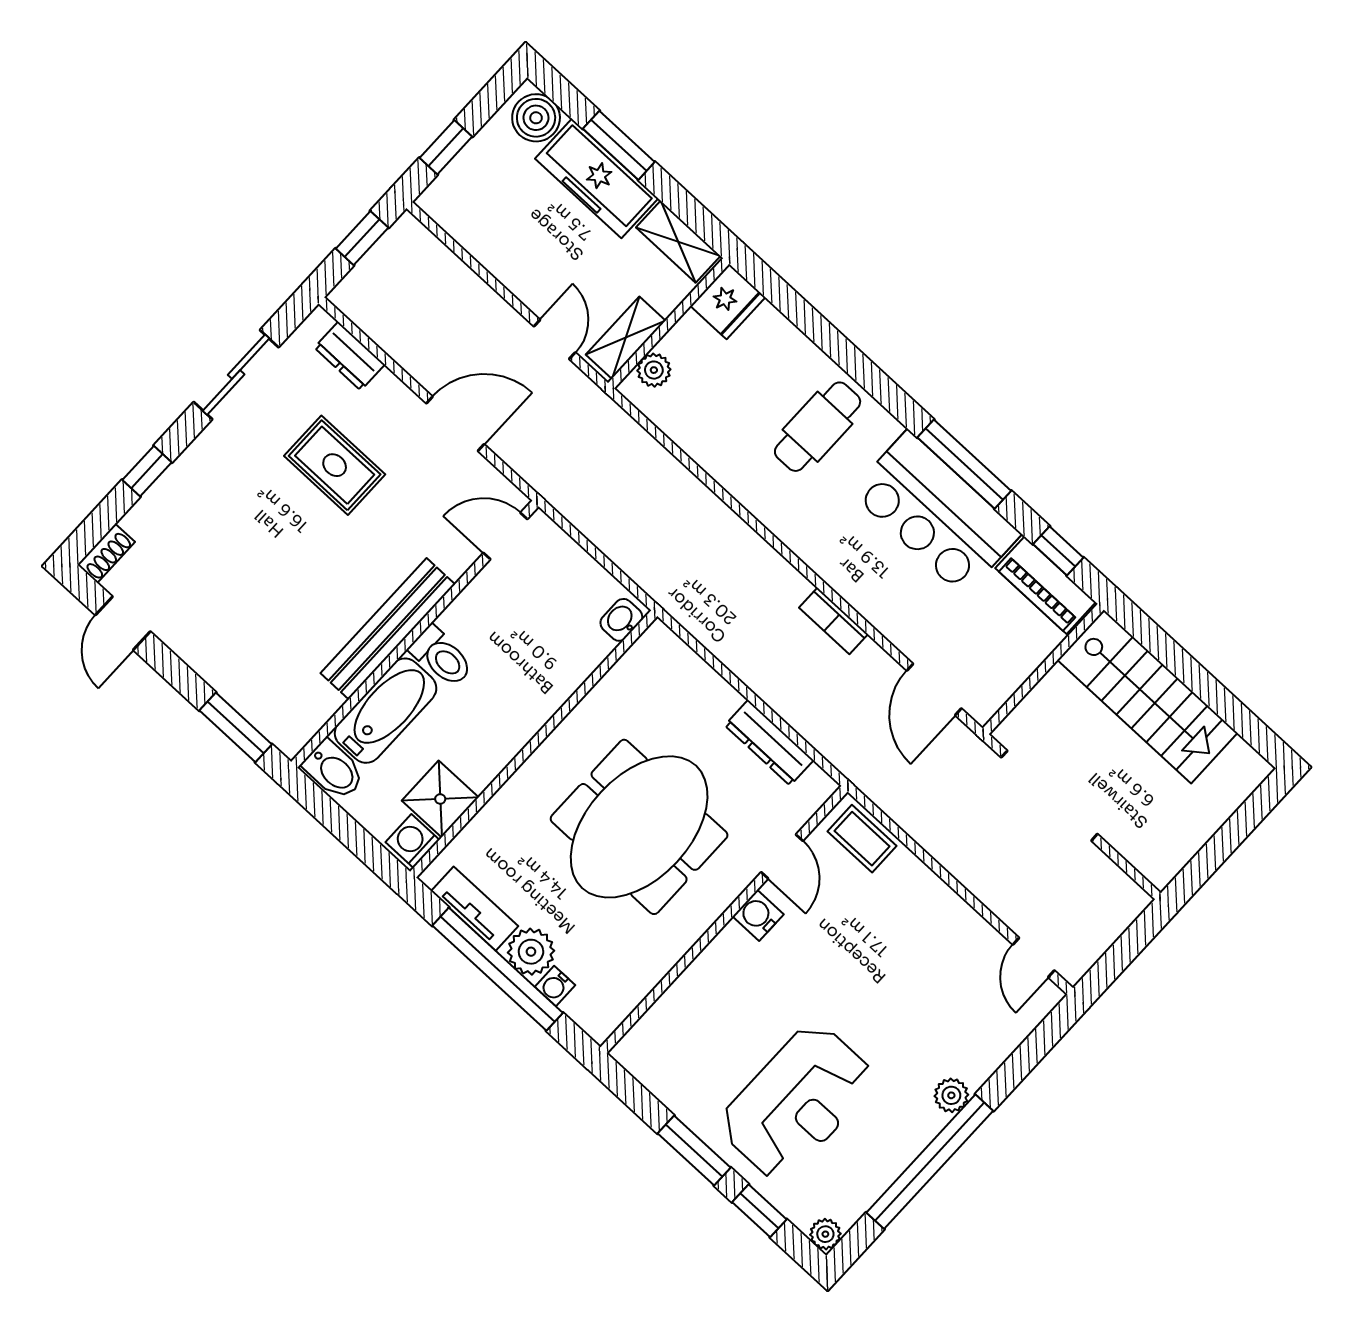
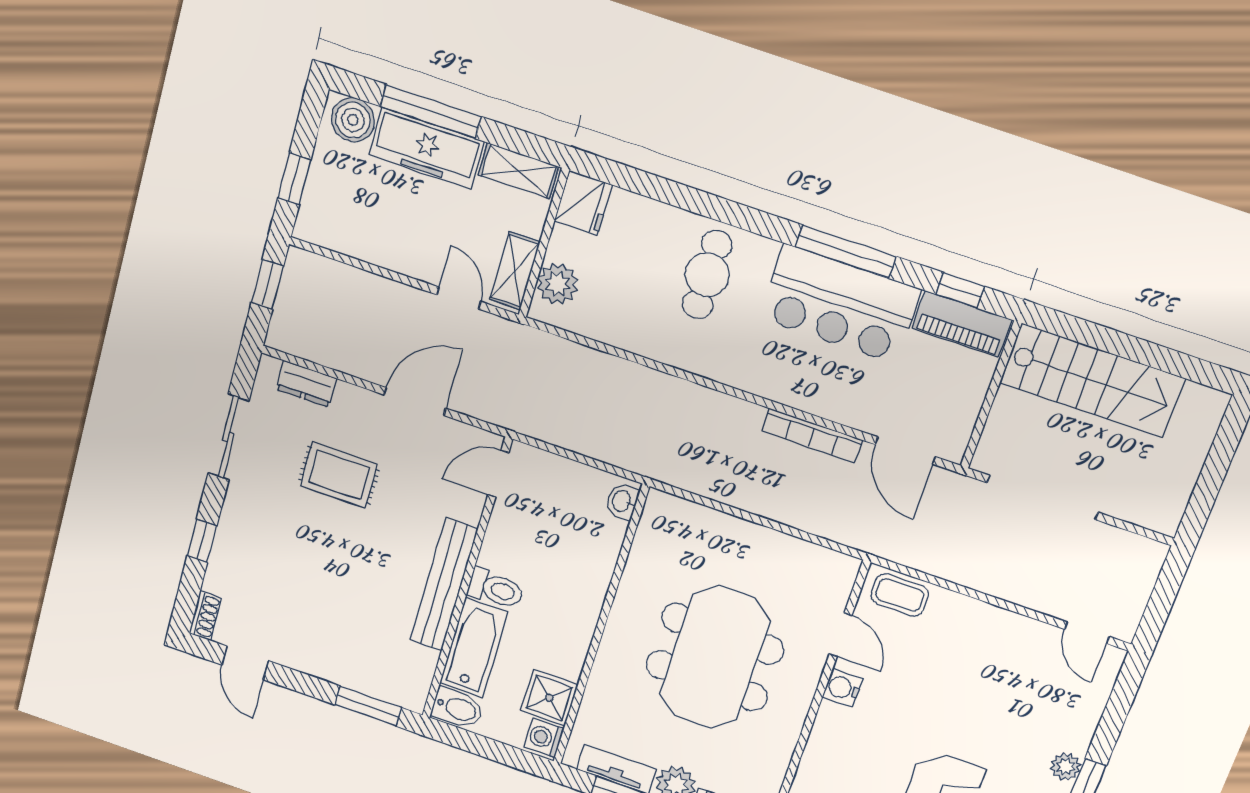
window: (619, 145) -> (431, 112), width x1.44
plant: (654, 370) -> (558, 284), width x1.38, depth x1.38
bookcase: (834, 621) -> (812, 435), width x1.56
dresser: (769, 743) -> (788, 549), removed

